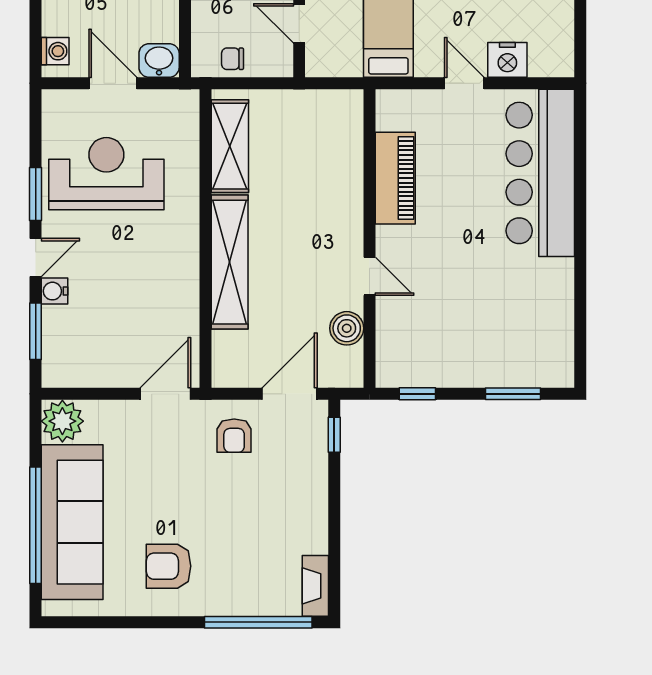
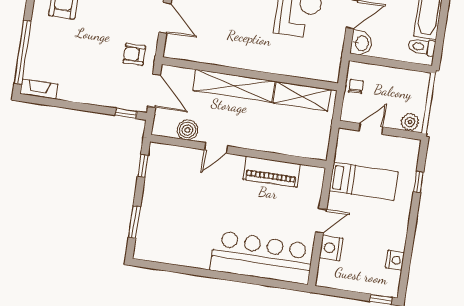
shelving: (230, 146) -> (302, 96), moved
wall: (205, 238) -> (250, 74), moved
shelving: (230, 262) -> (234, 86), moved

